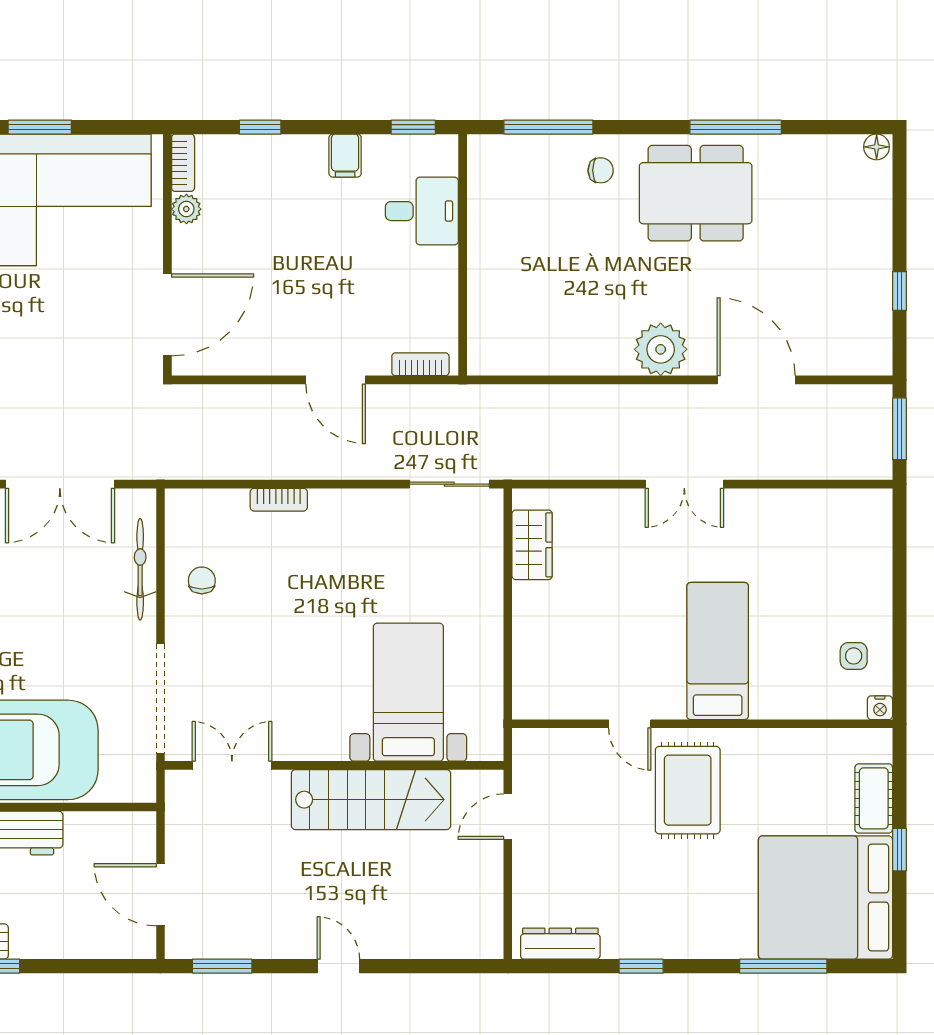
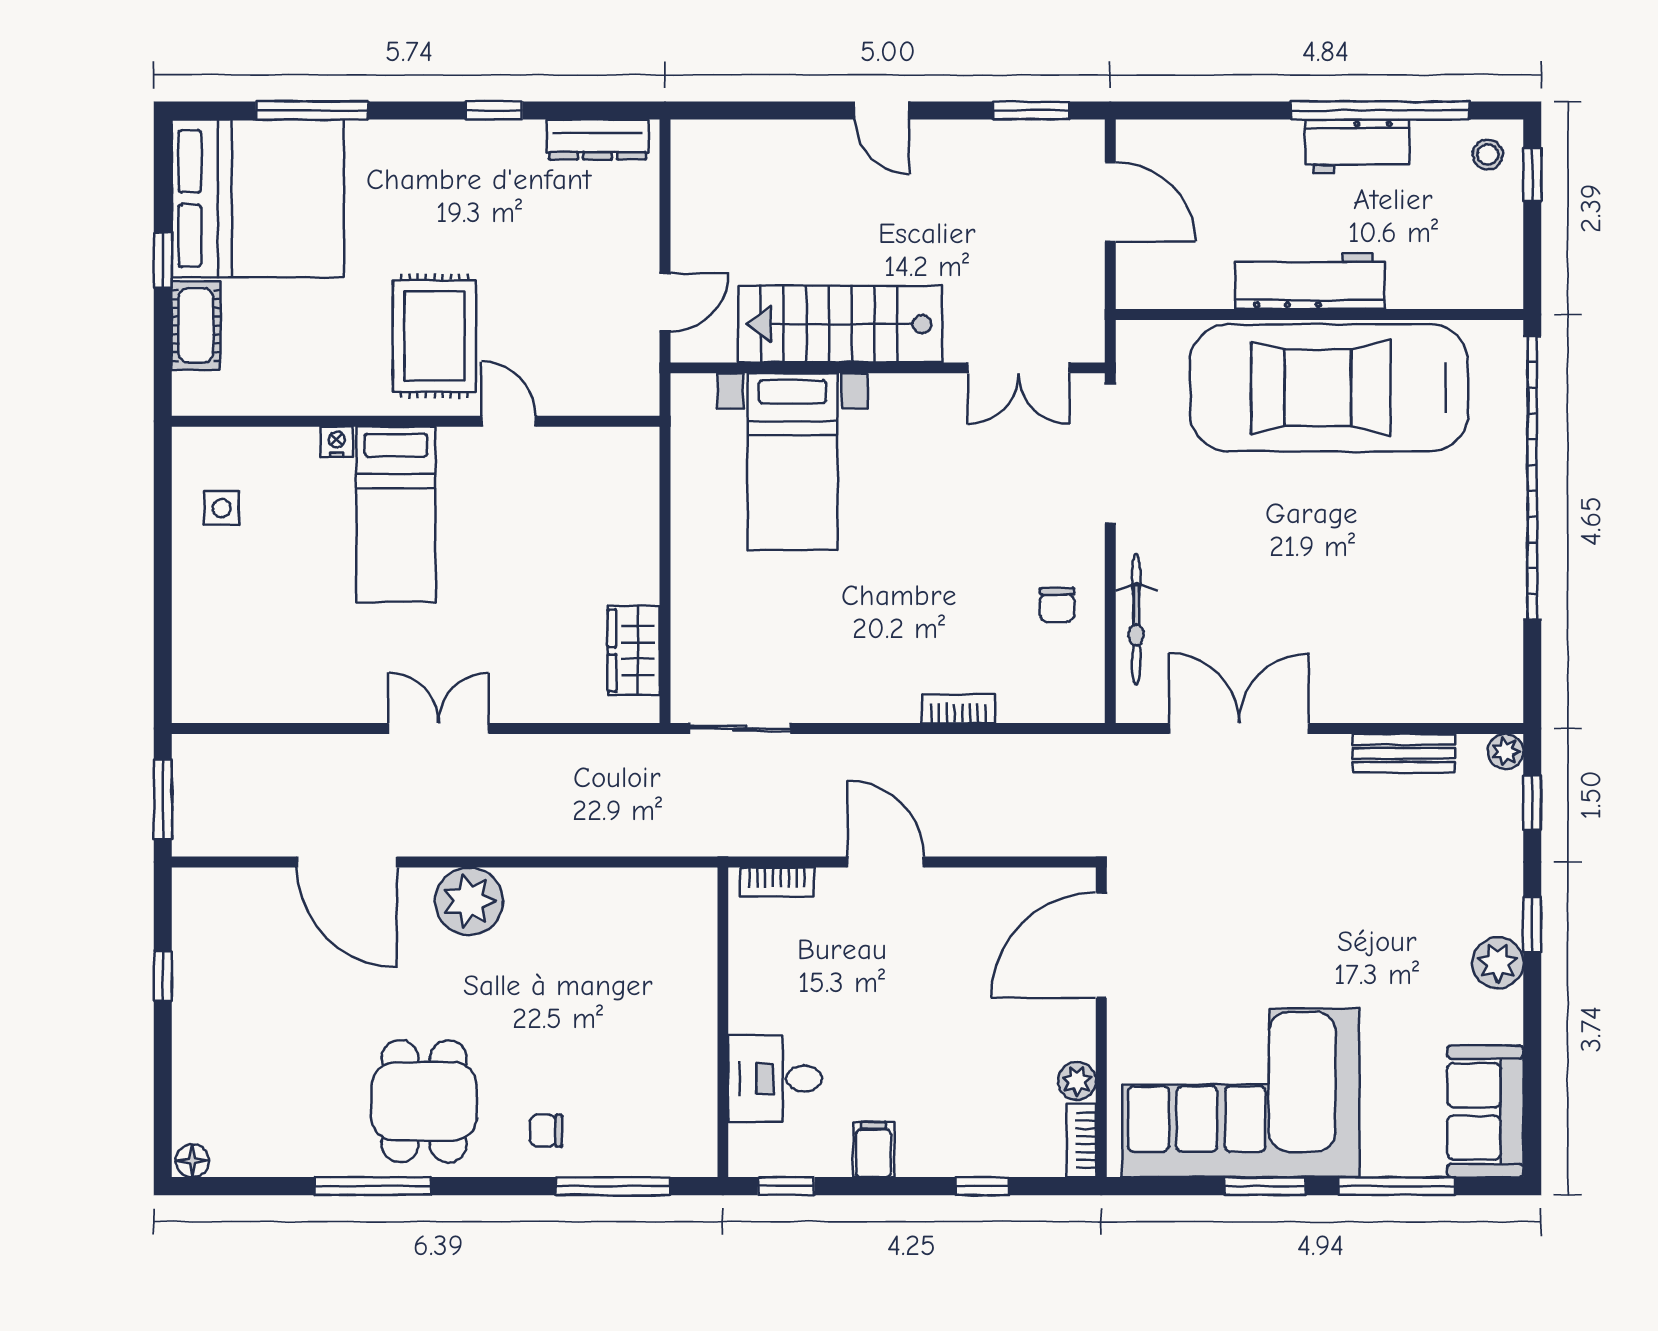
dining table: (696, 193) -> (424, 1101), width x0.73
nightstand: (880, 708) -> (337, 442), moved

